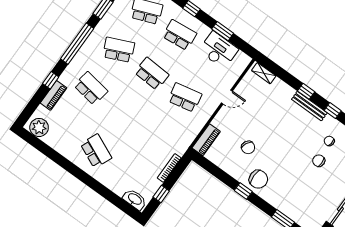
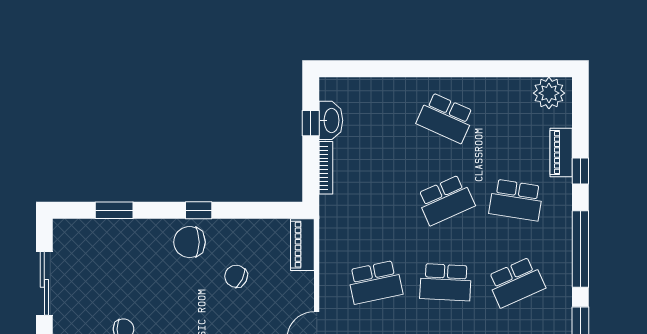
school desk: (124, 112) -> (446, 200), added
washbasin: (135, 199) -> (331, 120), moved, turned -90

